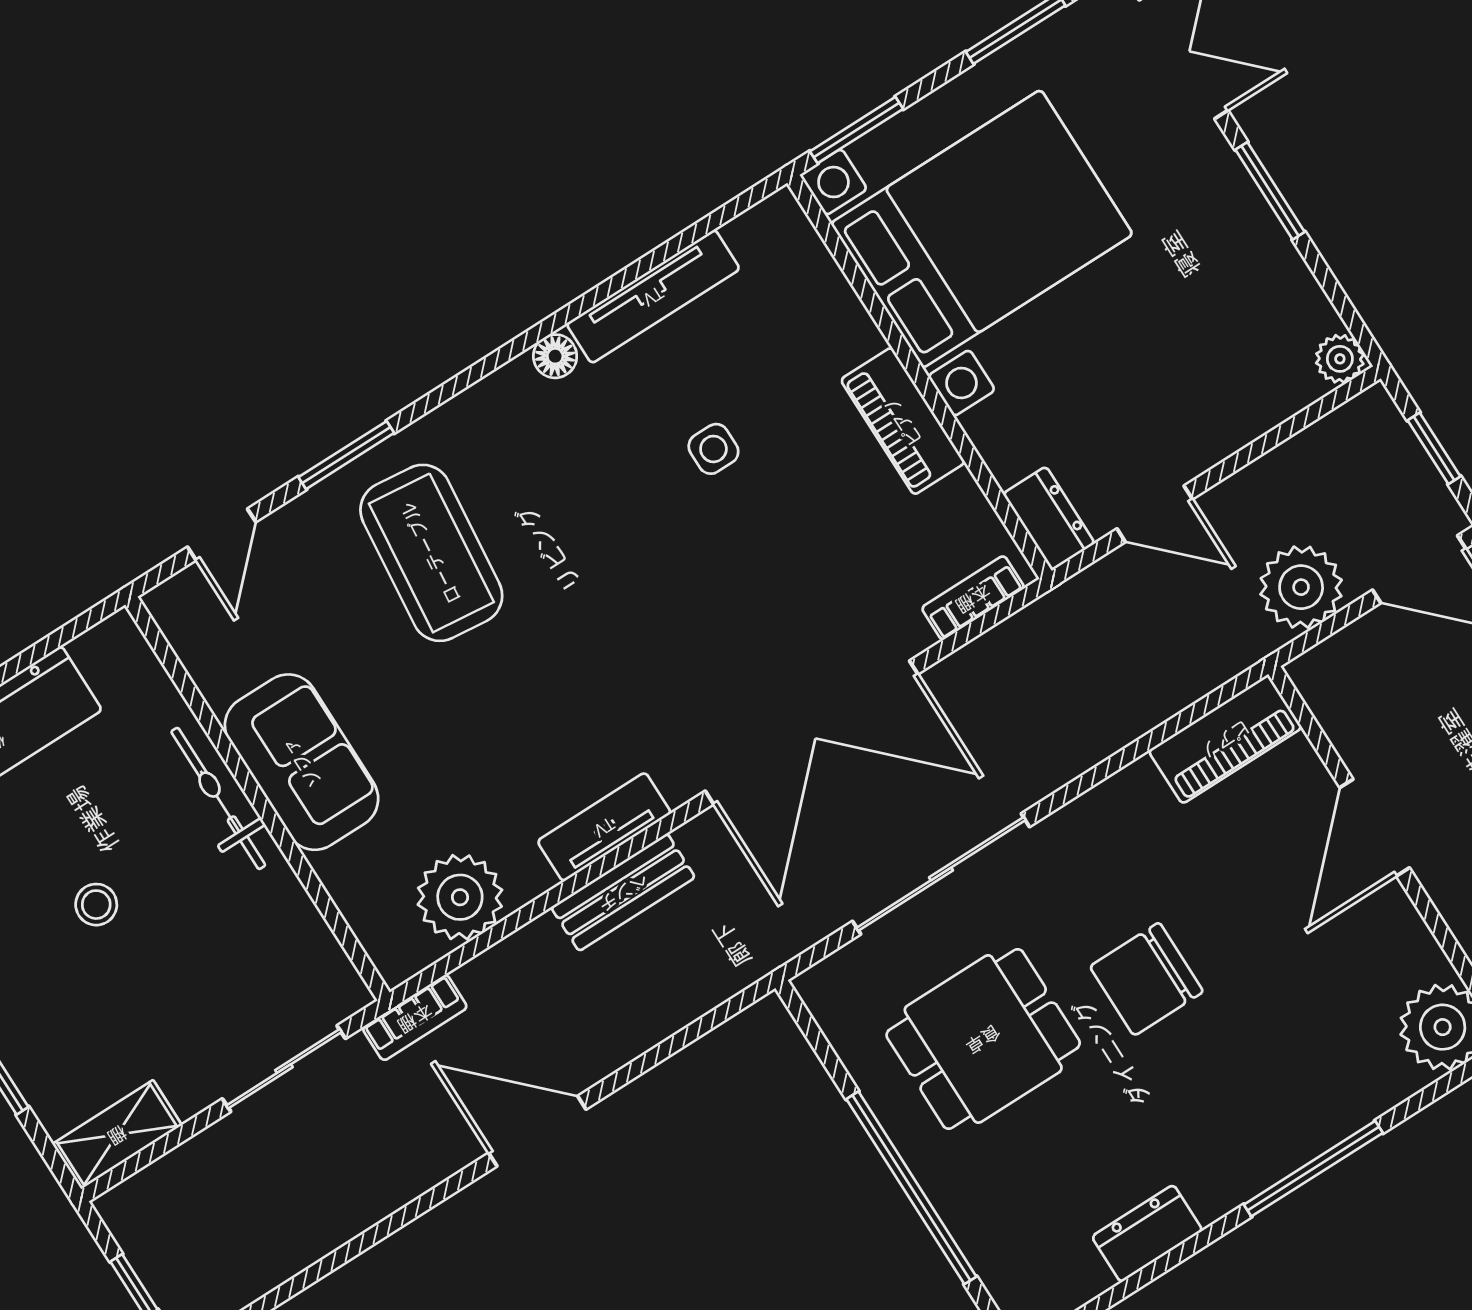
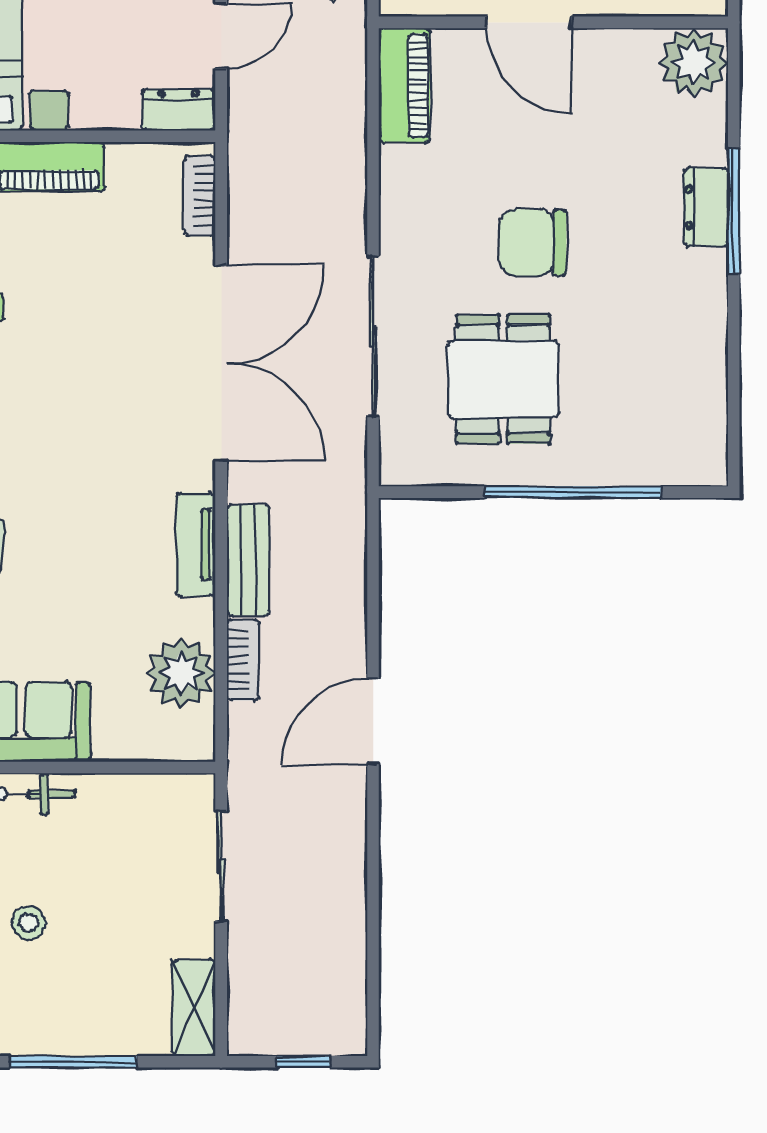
chair: (1146, 979) -> (533, 243), turned 90
bookcase: (415, 1018) -> (243, 660), moved
dresser: (1147, 1234) -> (706, 207), moved

